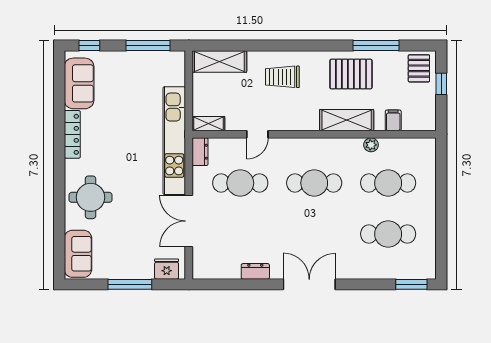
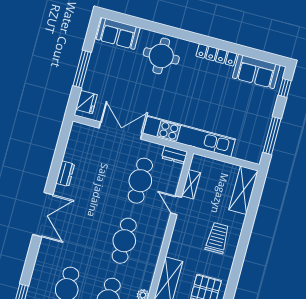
shelving: (208, 124) -> (191, 184), moved

